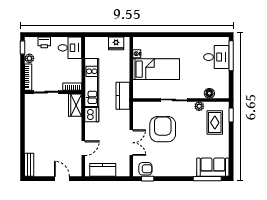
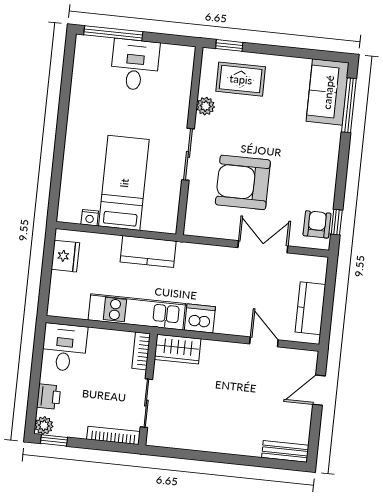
desk: (216, 57) -> (135, 65), moved
plant: (29, 58) -> (44, 426), moved
floor lamp: (209, 93) -> (182, 84), removed
kitchen counter: (123, 96) -> (148, 251), moved

